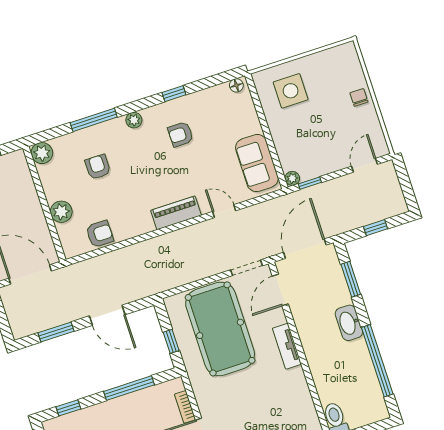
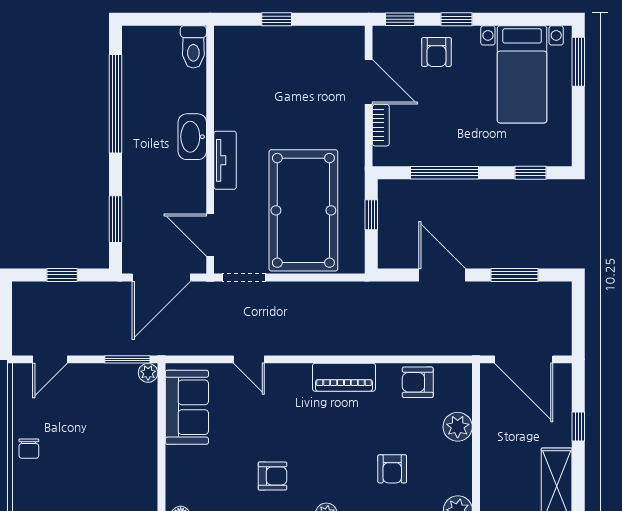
side table: (291, 91) -> (114, 486), removed
window: (310, 183) -> (127, 359), width x1.50
piano: (176, 213) -> (344, 377), moved
door: (280, 290) -> (210, 235), swing flipped
washbasin: (349, 323) -> (192, 137), moved, turned 180

